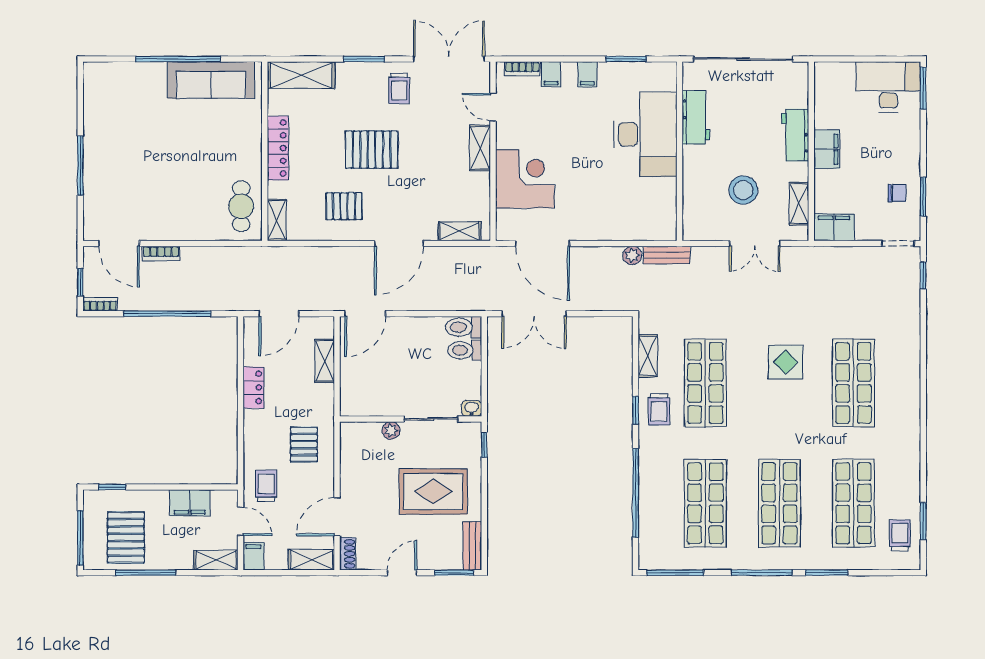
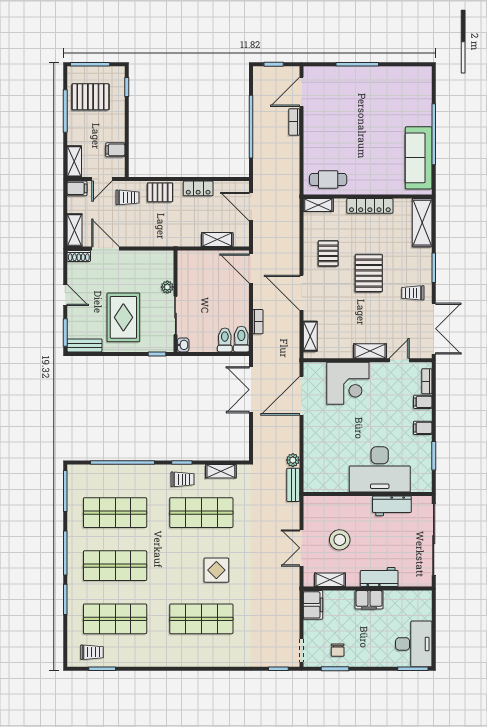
bookcase: (100, 304) -> (258, 322), moved
trolley: (659, 409) -> (182, 479), turned 180
pallet: (304, 444) -> (160, 192), moved
filing cabinet: (190, 503) -> (115, 150), width x0.50

